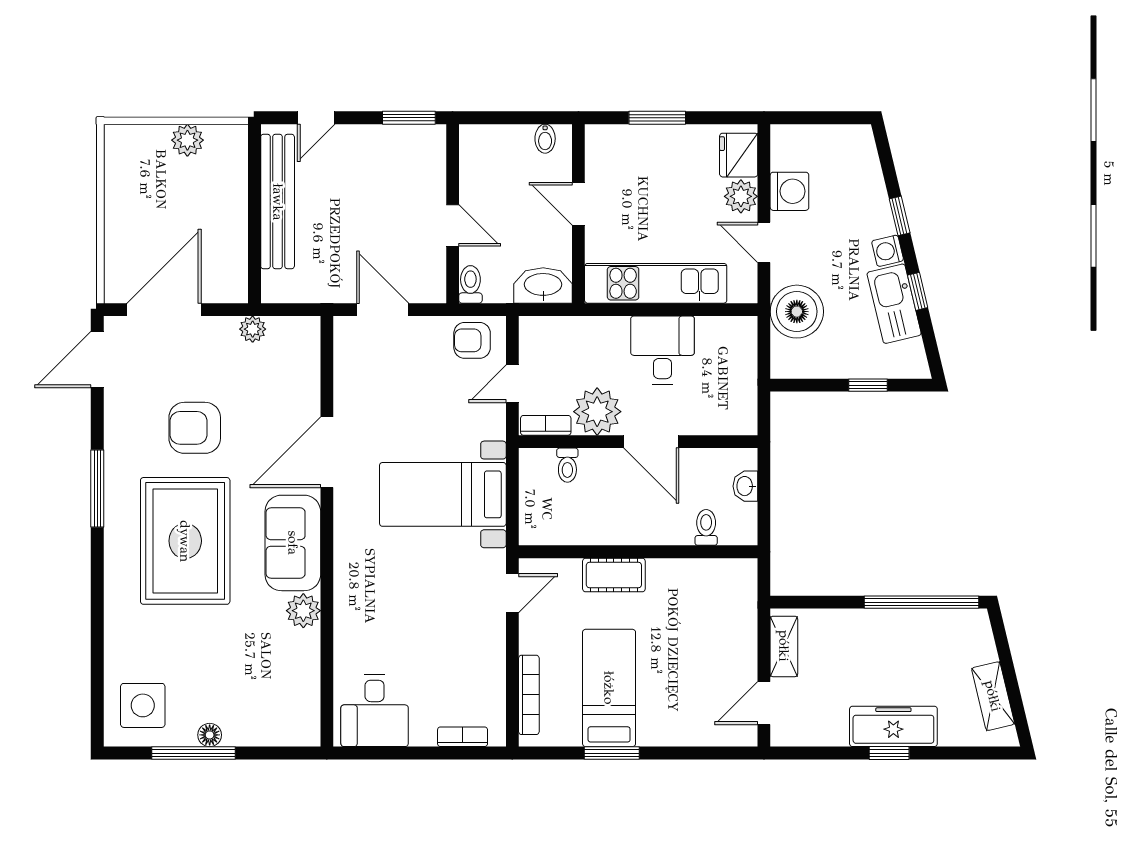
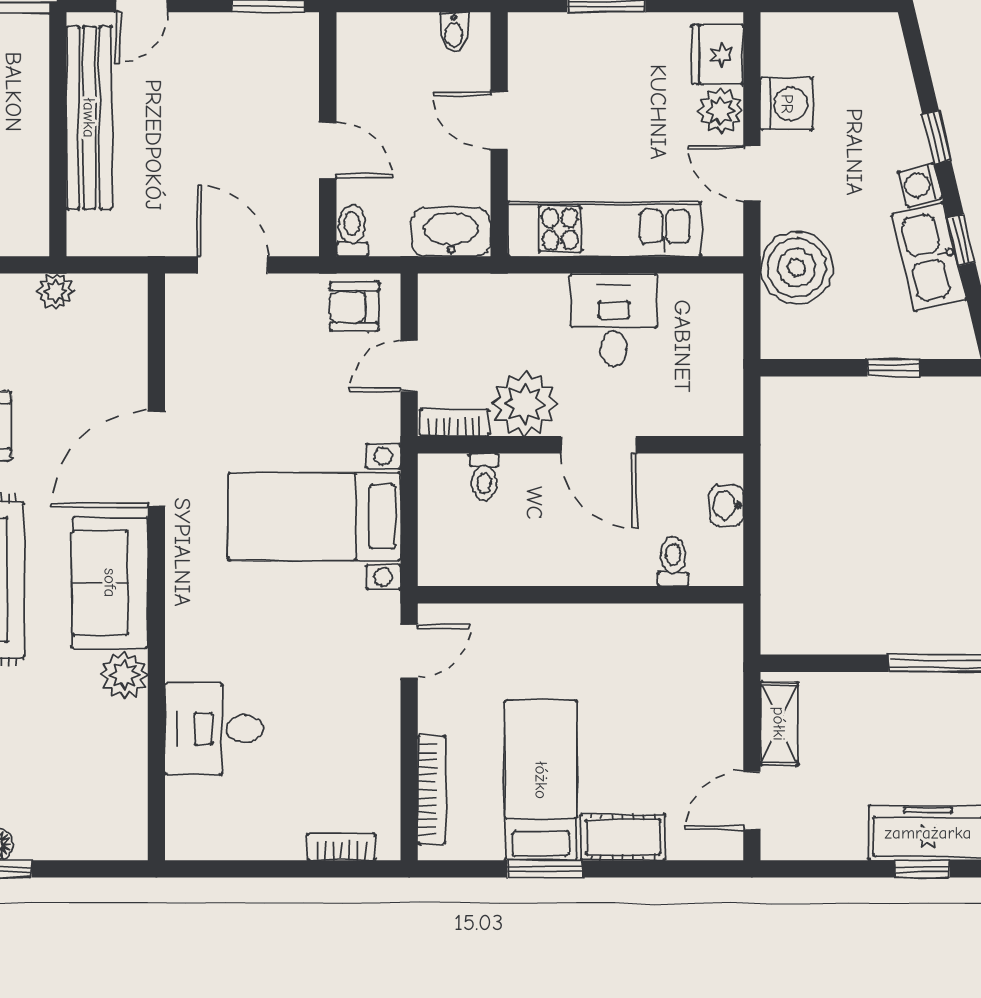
cot: (614, 575) -> (623, 837), moved
desk: (375, 711) -> (214, 729), moved, turned 90

